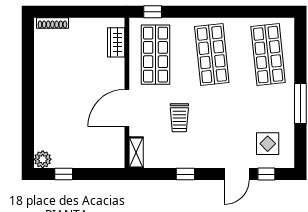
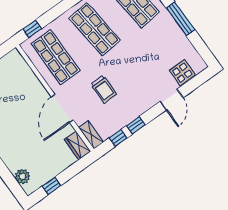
wardrobe: (116, 42) -> (77, 145), moved
display table: (268, 144) -> (182, 73), moved
plant: (43, 159) -> (22, 176), moved
window: (266, 174) -> (118, 138), moved

